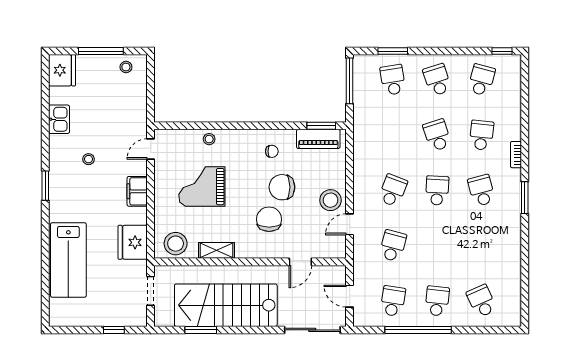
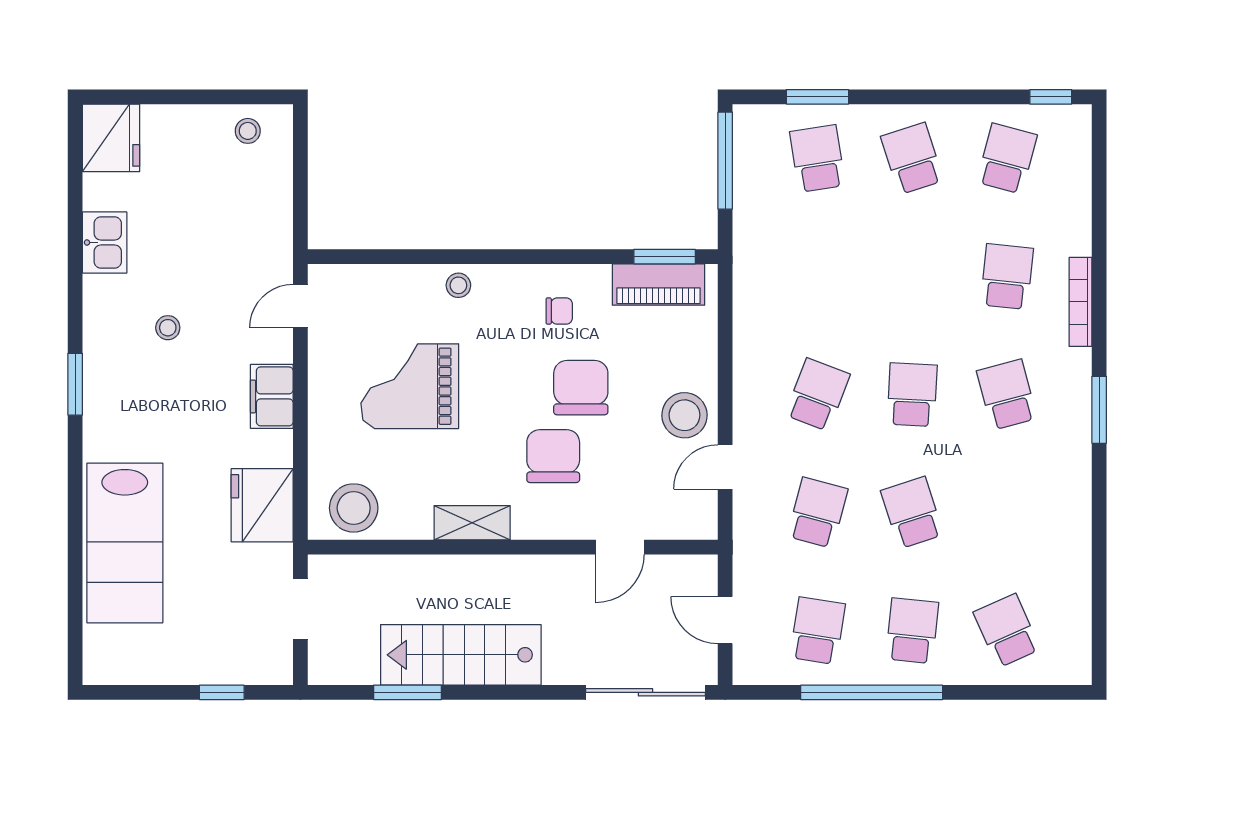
window: (101, 51) -> (194, 97), removed
school desk: (437, 135) -> (912, 513), moved
stool: (209, 139) -> (458, 285), moved
bookcase: (516, 155) -> (1081, 302), width x1.56
chair: (282, 187) -> (581, 388), turned 90
shelving: (216, 250) -> (472, 523), moved
stairs: (226, 305) -> (461, 655), width x0.73, depth x0.66

